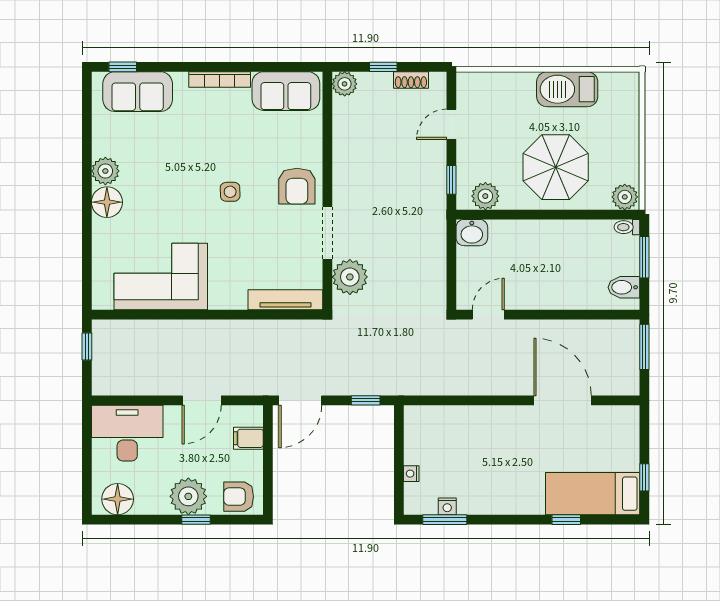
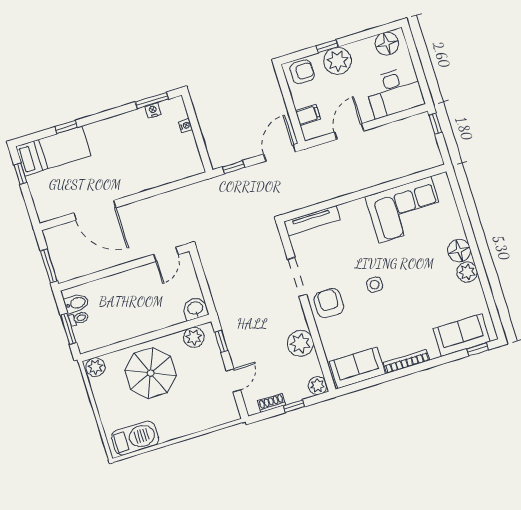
barbecue: (567, 89) -> (135, 438), moved
toilet: (627, 227) -> (79, 318), moved
plant: (350, 277) -> (300, 343), moved
window: (87, 346) -> (435, 124), moved

